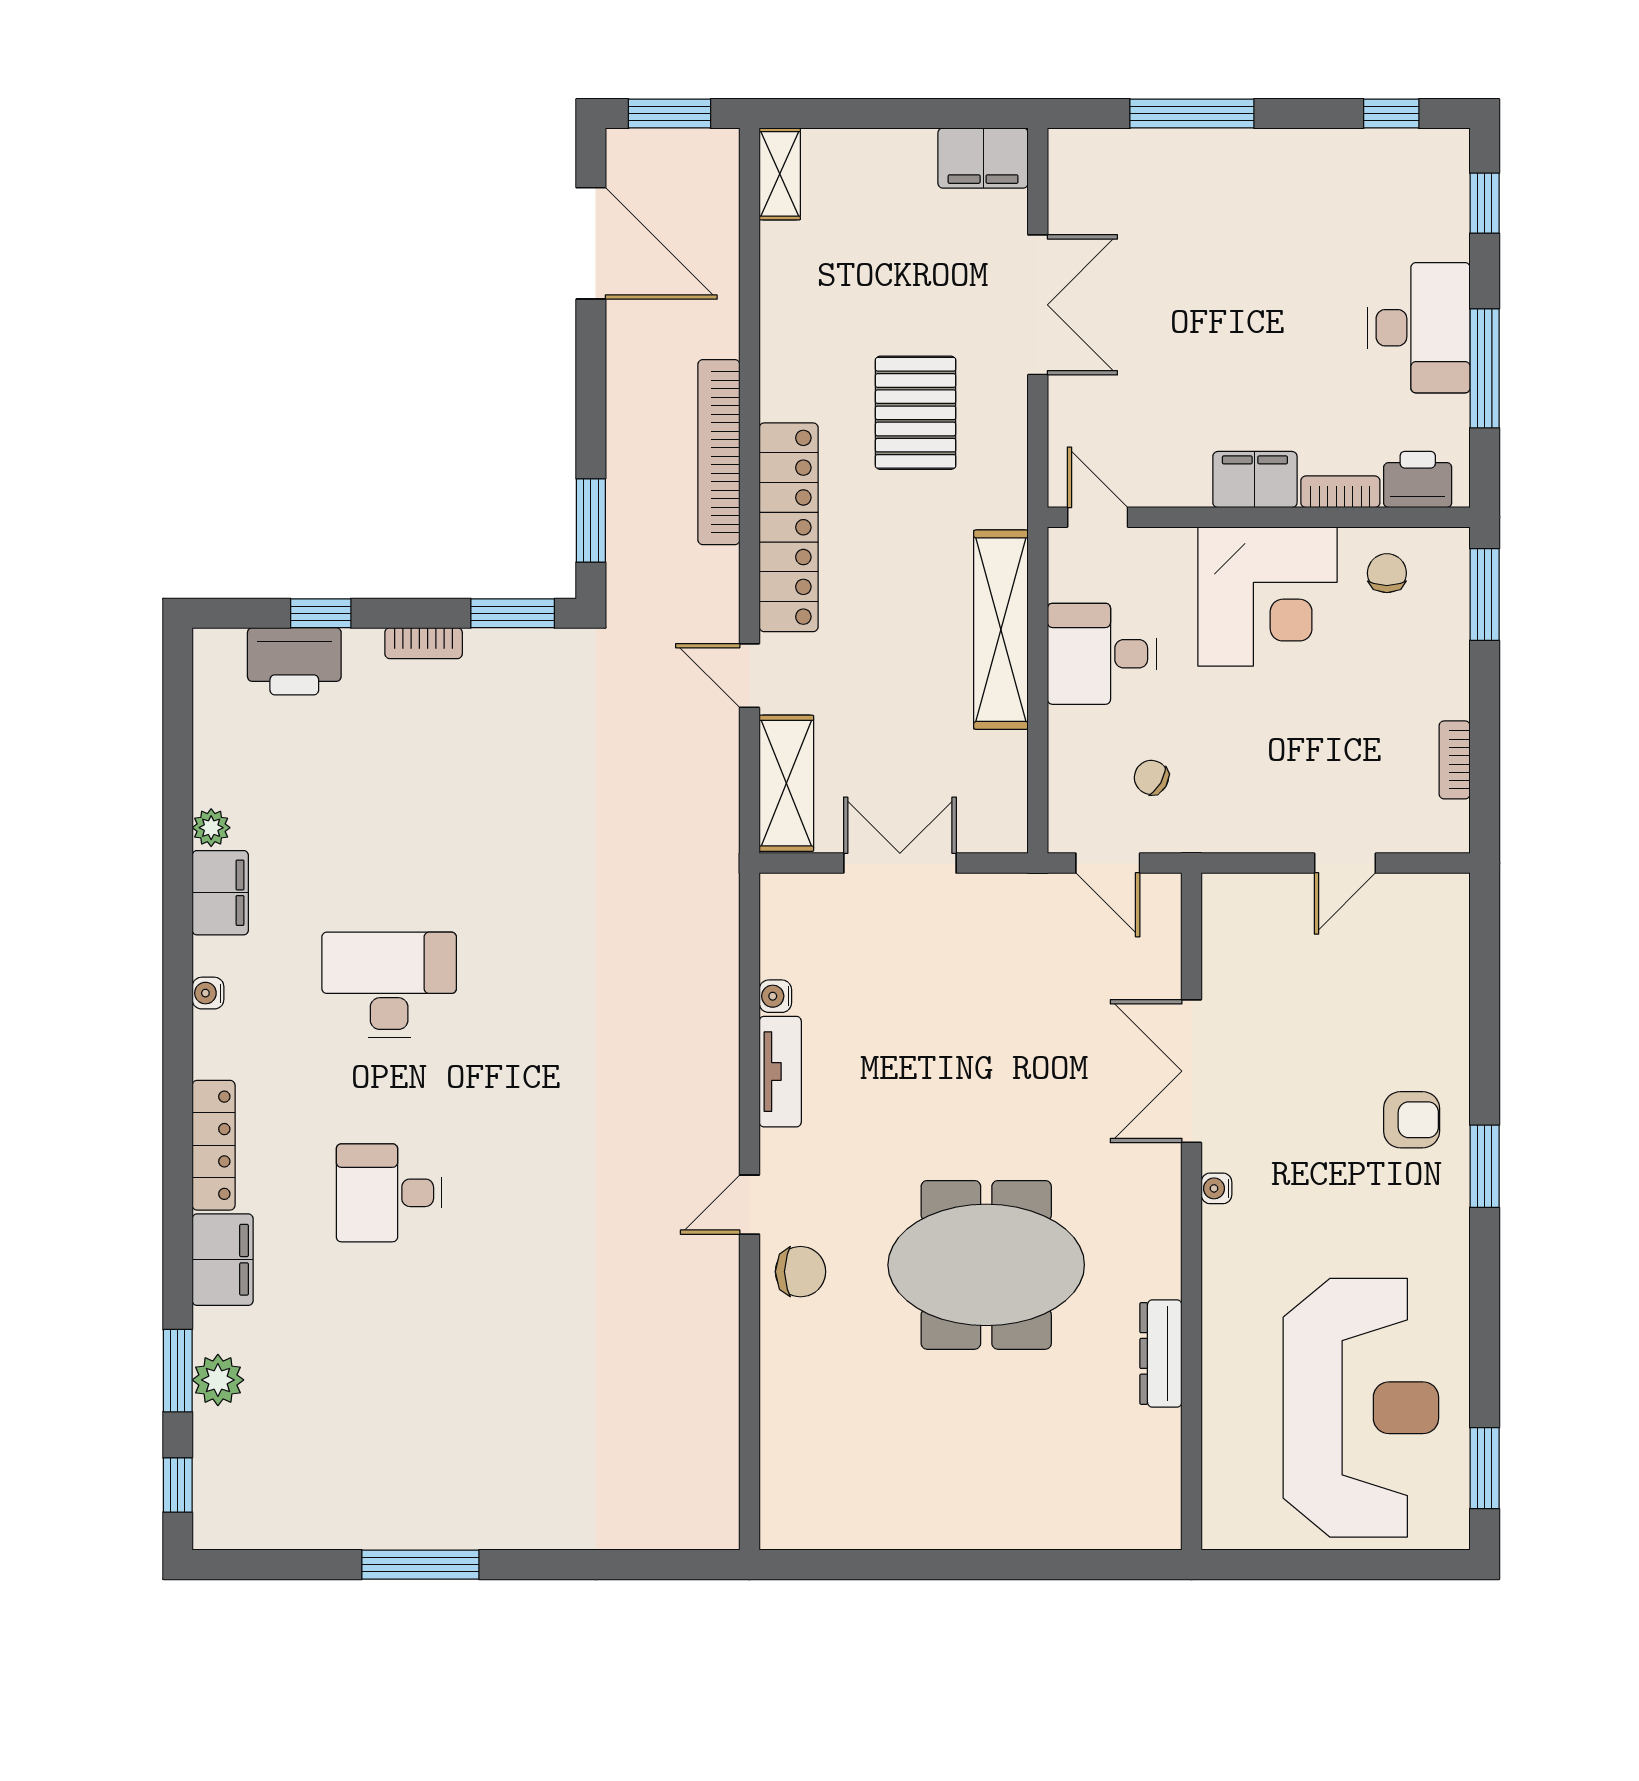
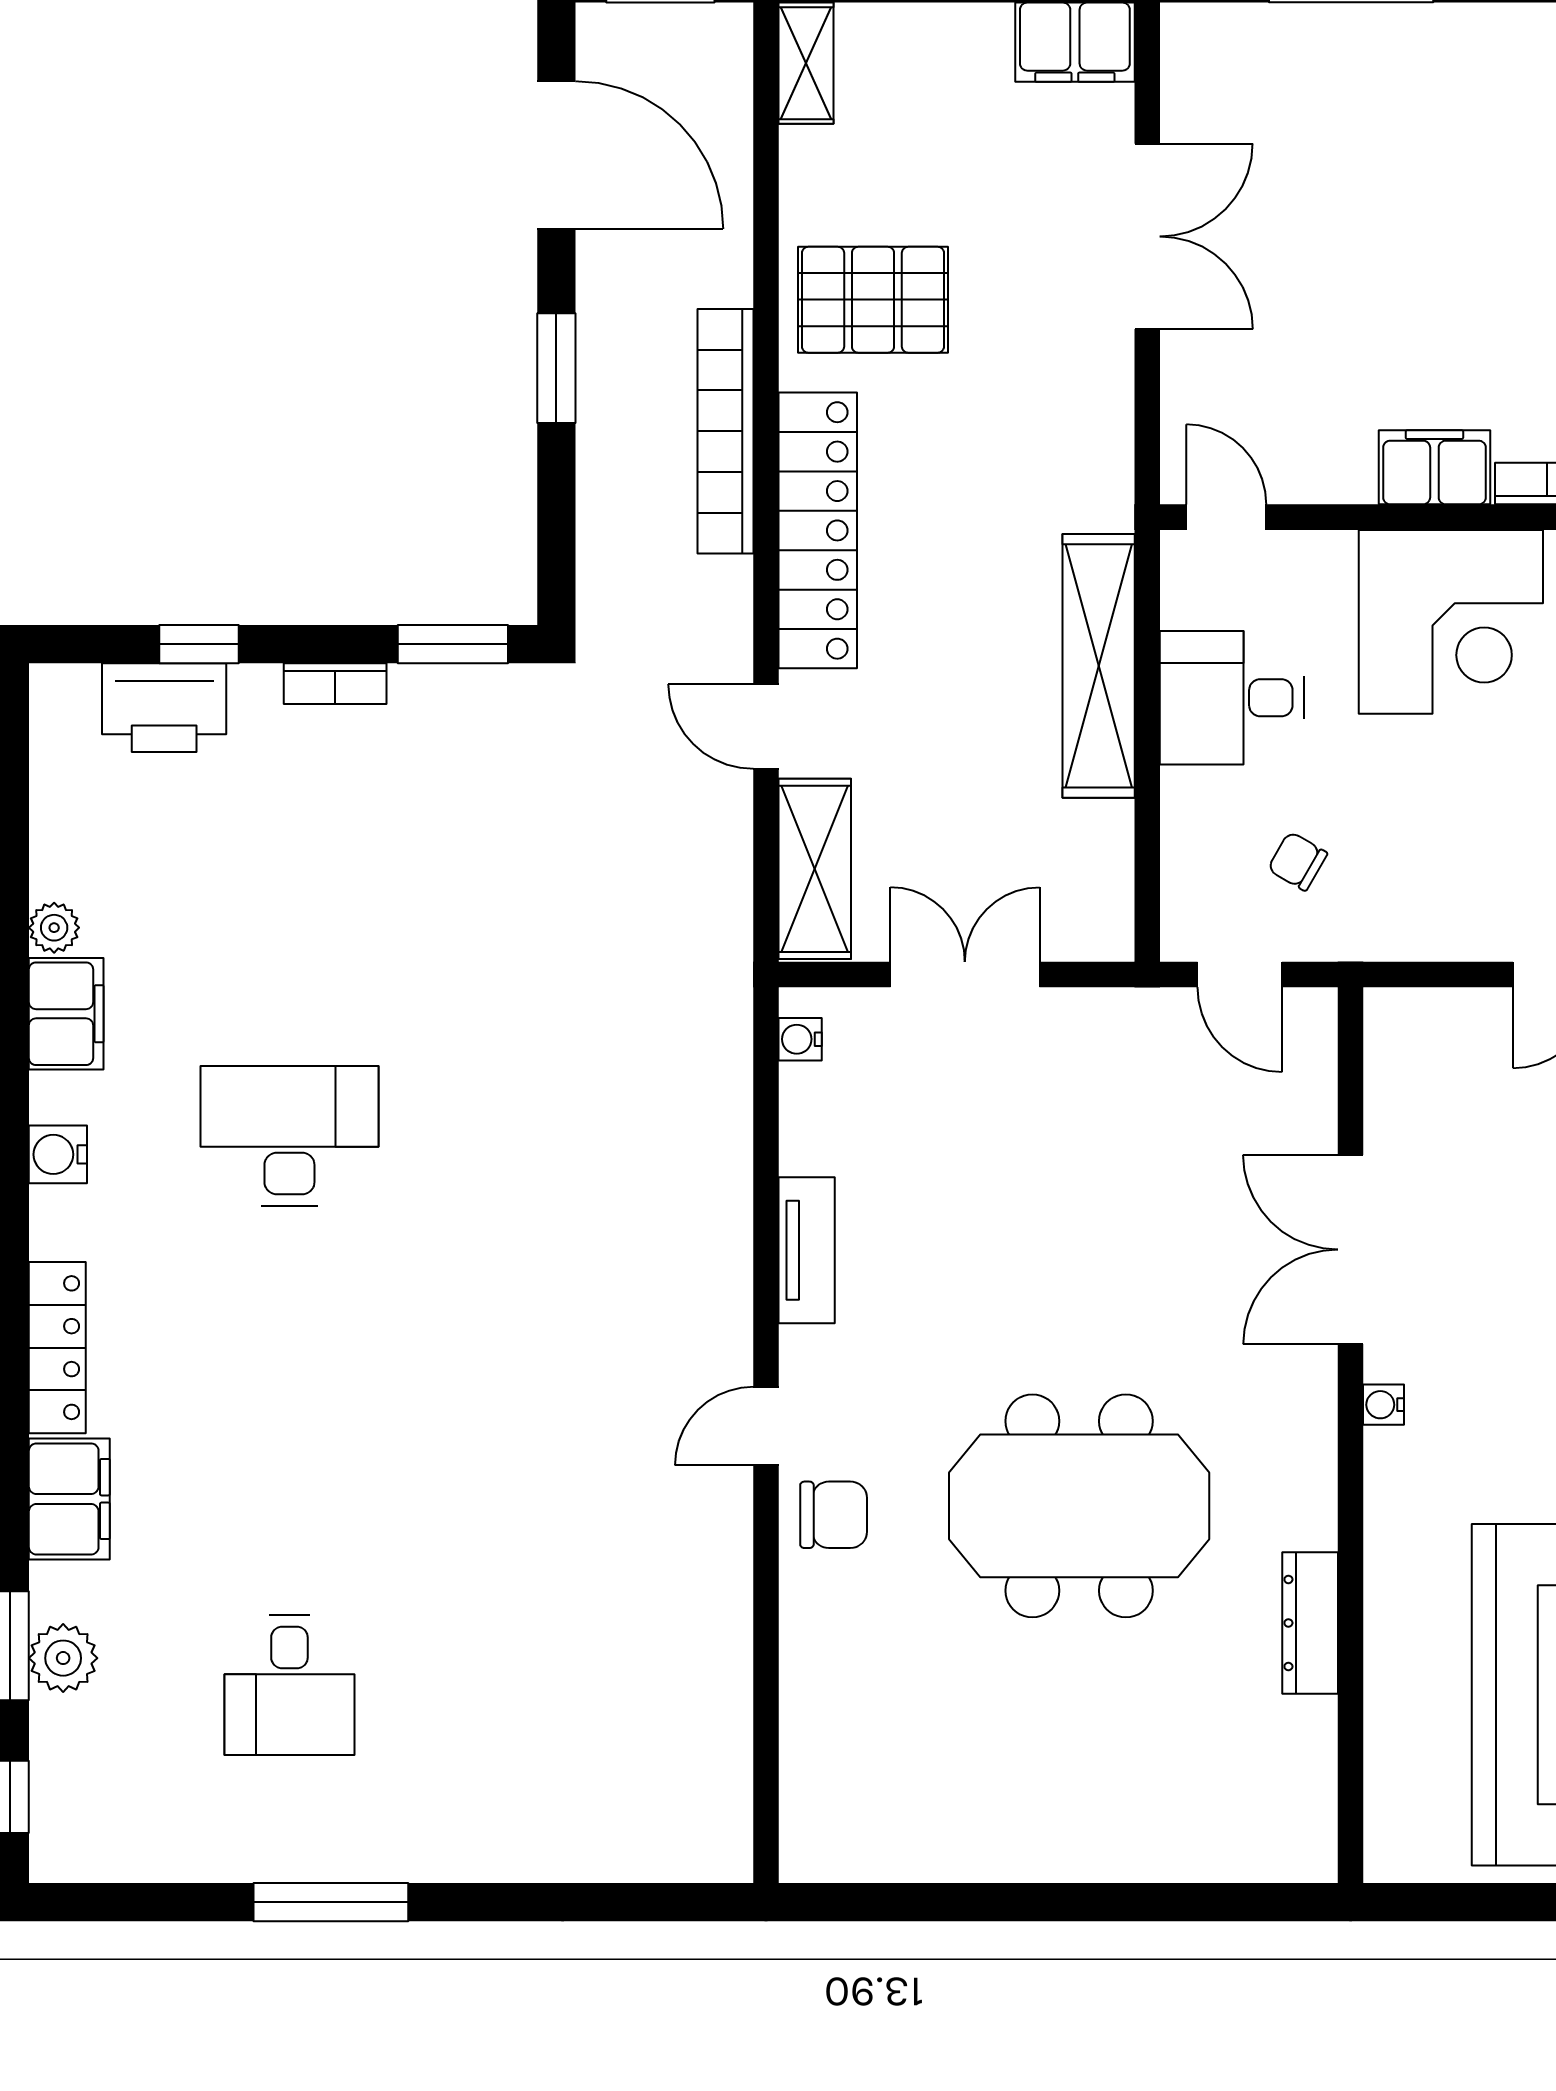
pallet: (916, 413) -> (873, 300), moved, turned 90
window: (591, 520) -> (556, 368), moved
water cooler: (208, 993) -> (58, 1154), width x1.38, depth x1.38
water cooler: (775, 996) -> (800, 1039), moved
desk: (389, 1193) -> (289, 1685), moved, turned -90

